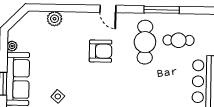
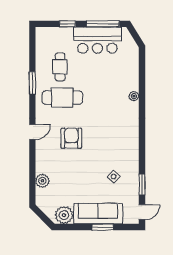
window: (162, 10) -> (32, 83), width x0.69
plant: (12, 46) -> (64, 215), width x1.88, depth x1.88

